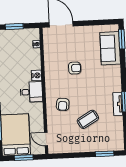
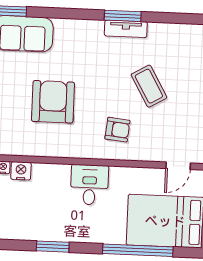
armchair: (75, 68) -> (53, 102), width x1.88, depth x1.88
nightstand: (37, 75) -> (21, 171), moved

